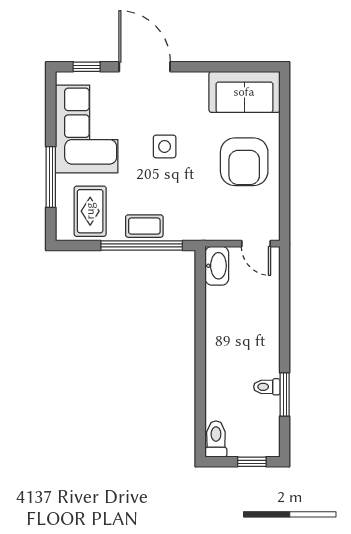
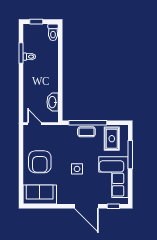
armchair: (244, 162) -> (40, 162), turned 180
washbasin: (217, 266) -> (53, 102), moved

